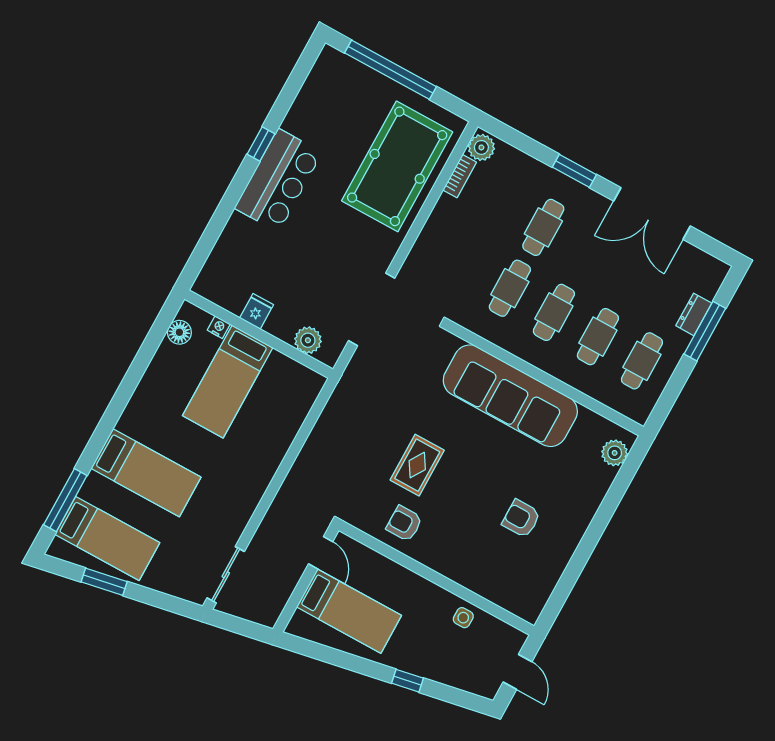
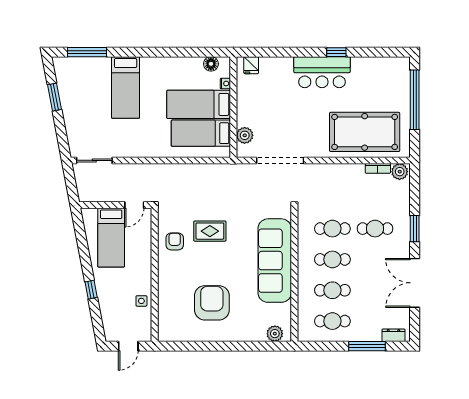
fridge: (257, 311) -> (251, 65), moved, turned 90
dresser: (694, 314) -> (393, 335), moved
armchair: (521, 519) -> (212, 303), width x1.88, depth x1.88
bed: (107, 539) -> (201, 133), moved, turned 90

